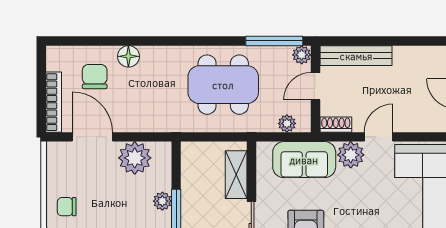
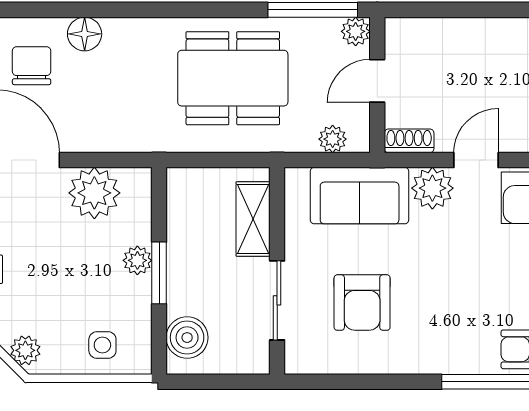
bench: (356, 56) -> (441, 33), removed

